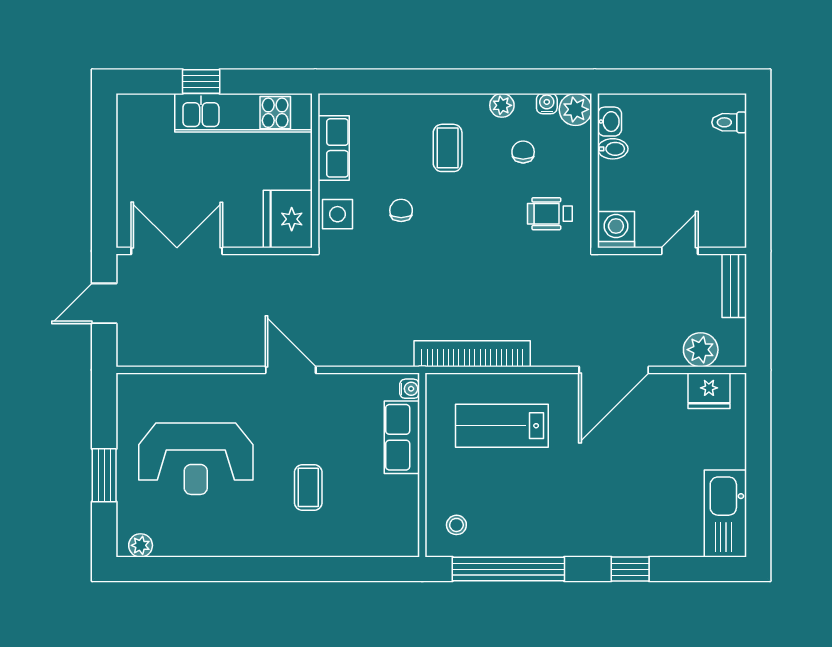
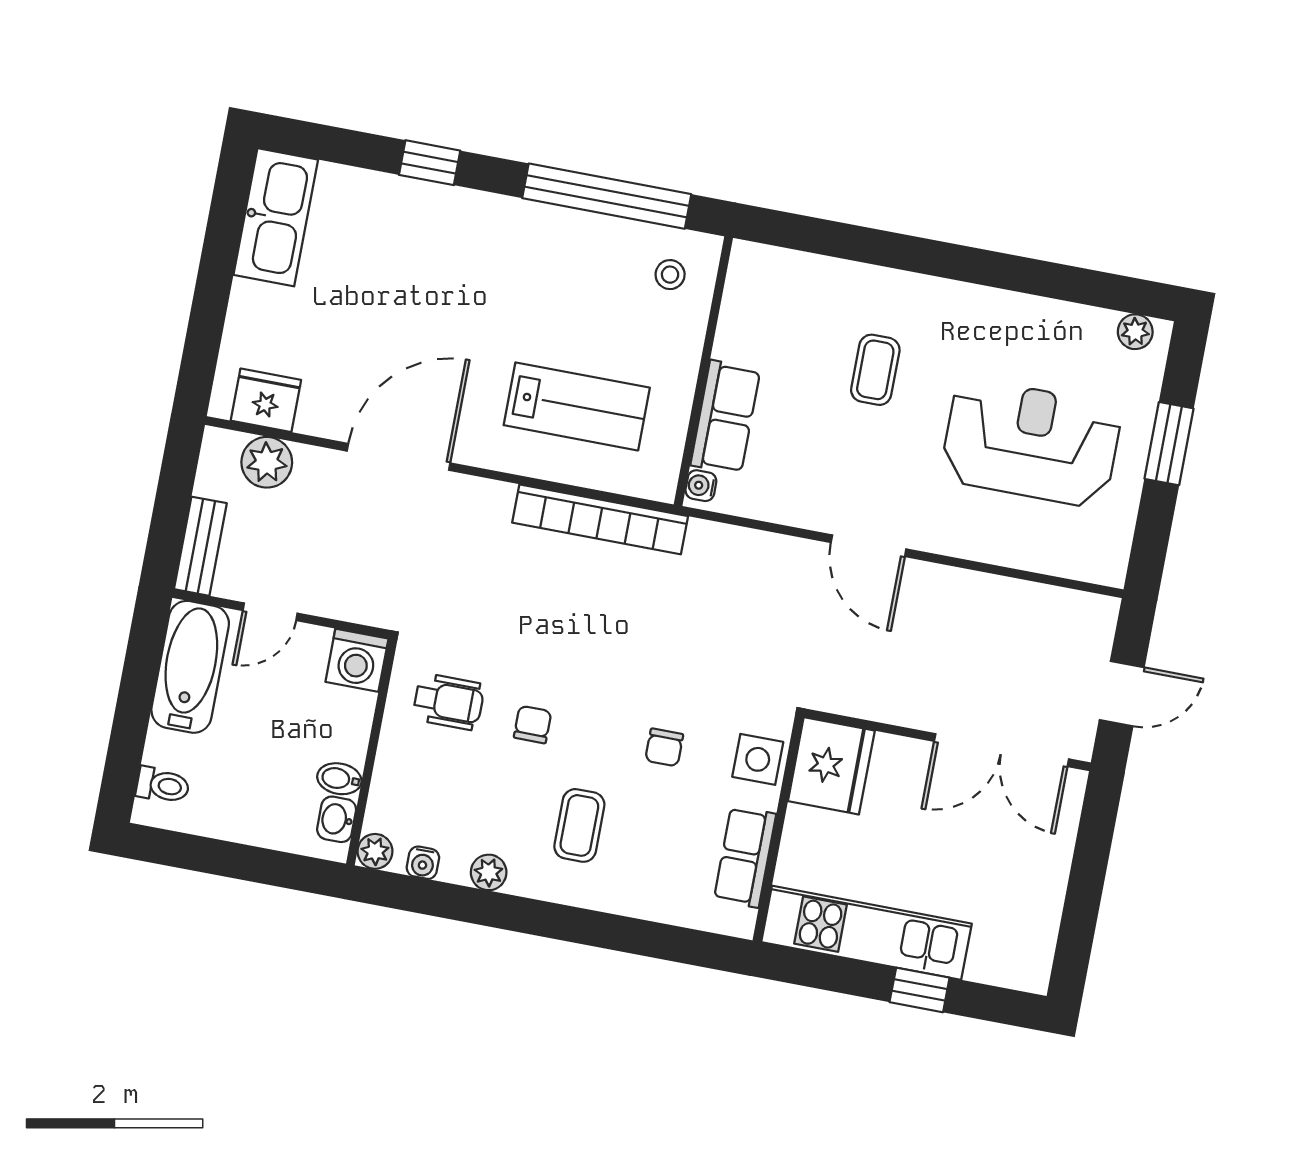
plant: (576, 109) -> (375, 851), width x0.73, depth x0.73
chair: (523, 152) -> (533, 725), moved, turned 180
bathtub: (726, 204) -> (190, 667), added

